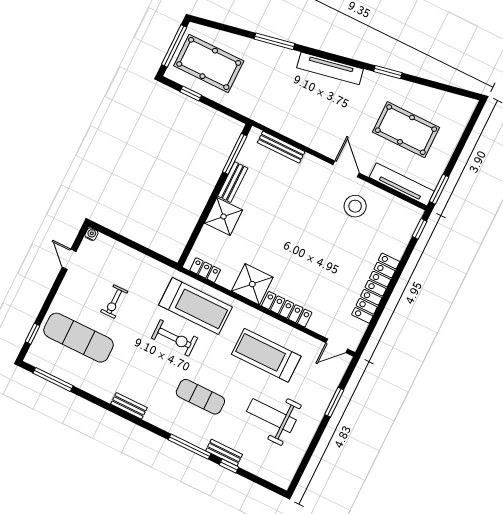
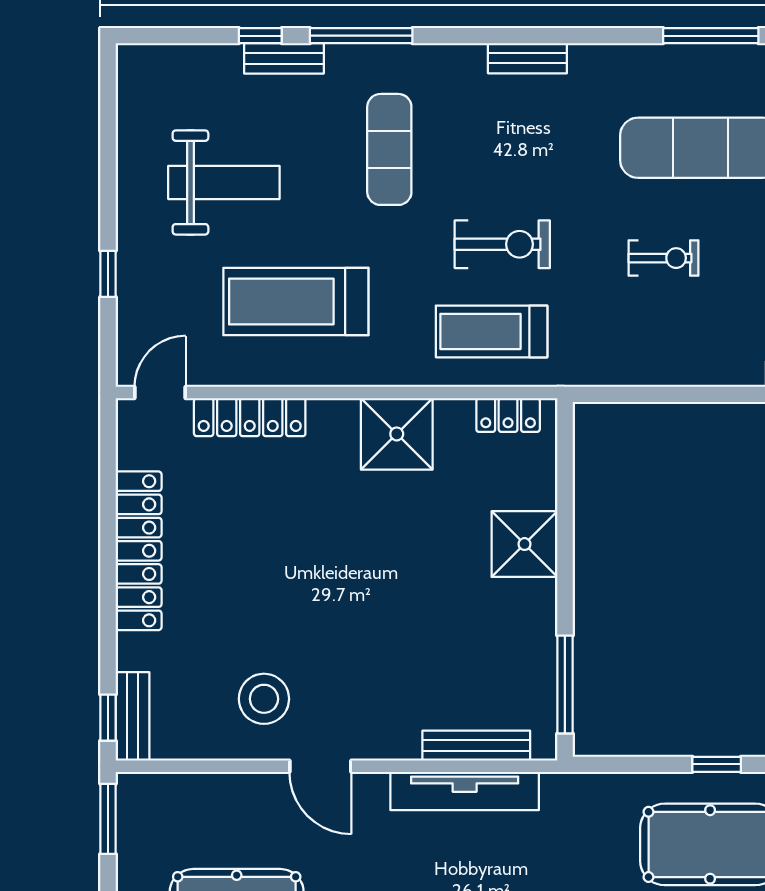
bench: (233, 182) -> (132, 716), moved
tv unit: (402, 184) -> (465, 791), moved
exercise bike: (114, 302) -> (663, 258), turned 90
treadmill: (195, 306) -> (492, 331), width x0.73, depth x0.73
locker: (287, 309) -> (250, 417), moved
exercise bike: (175, 338) -> (502, 244), turned 180
treadmill: (266, 355) -> (296, 302), turned 180
exercise mat: (200, 397) -> (389, 149), turned 90
window: (334, 402) -> (108, 274), width x0.67

